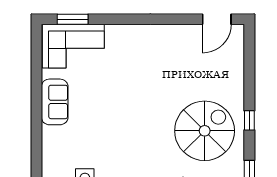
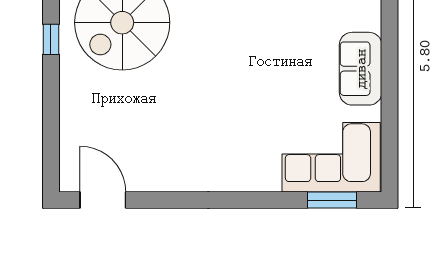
door: (217, 19) -> (103, 200), hinge flipped

